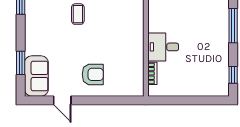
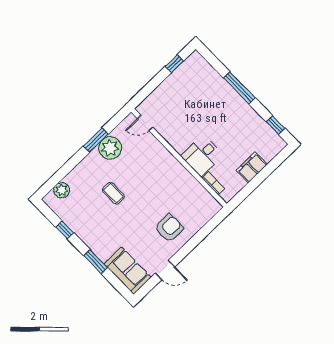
window: (21, 63) -> (96, 262), moved
filing cabinet: (189, 88) -> (252, 167), added

